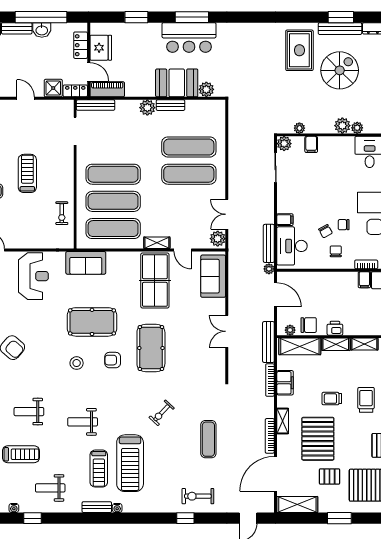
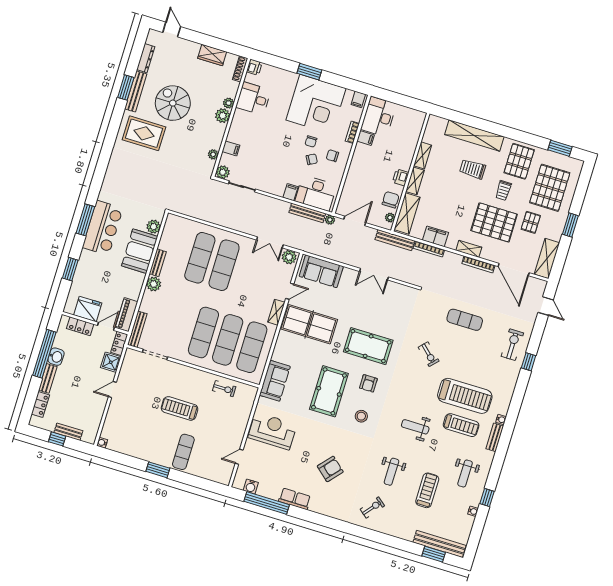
trolley: (332, 399) -> (503, 190), moved
weight bench: (83, 422) -> (415, 427), turned 90
exercise bike: (198, 496) -> (512, 345), turned 180

